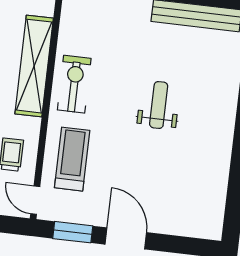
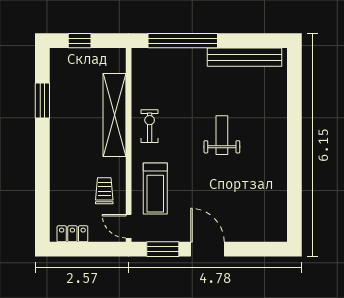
exercise bike: (74, 84) -> (150, 126), width x0.73, depth x0.72
treadmill: (72, 159) -> (155, 189), turned 180

